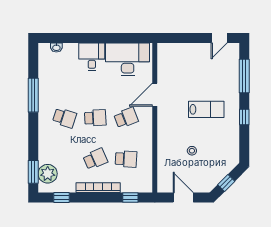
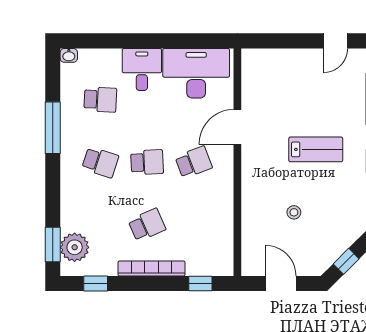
washbasin: (56, 48) -> (69, 55), moved
school desk: (126, 159) -> (100, 100), moved

